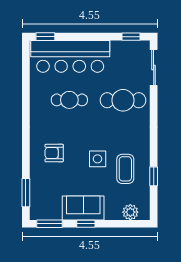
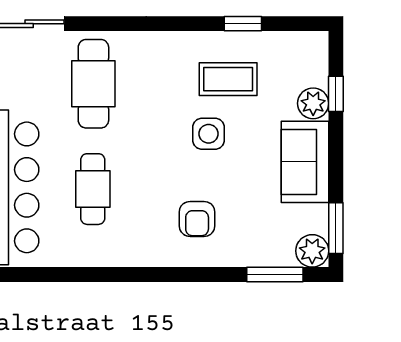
plant: (38, 212) -> (312, 251), added
plant: (130, 212) -> (313, 103), moved
window: (86, 224) -> (336, 94), moved

